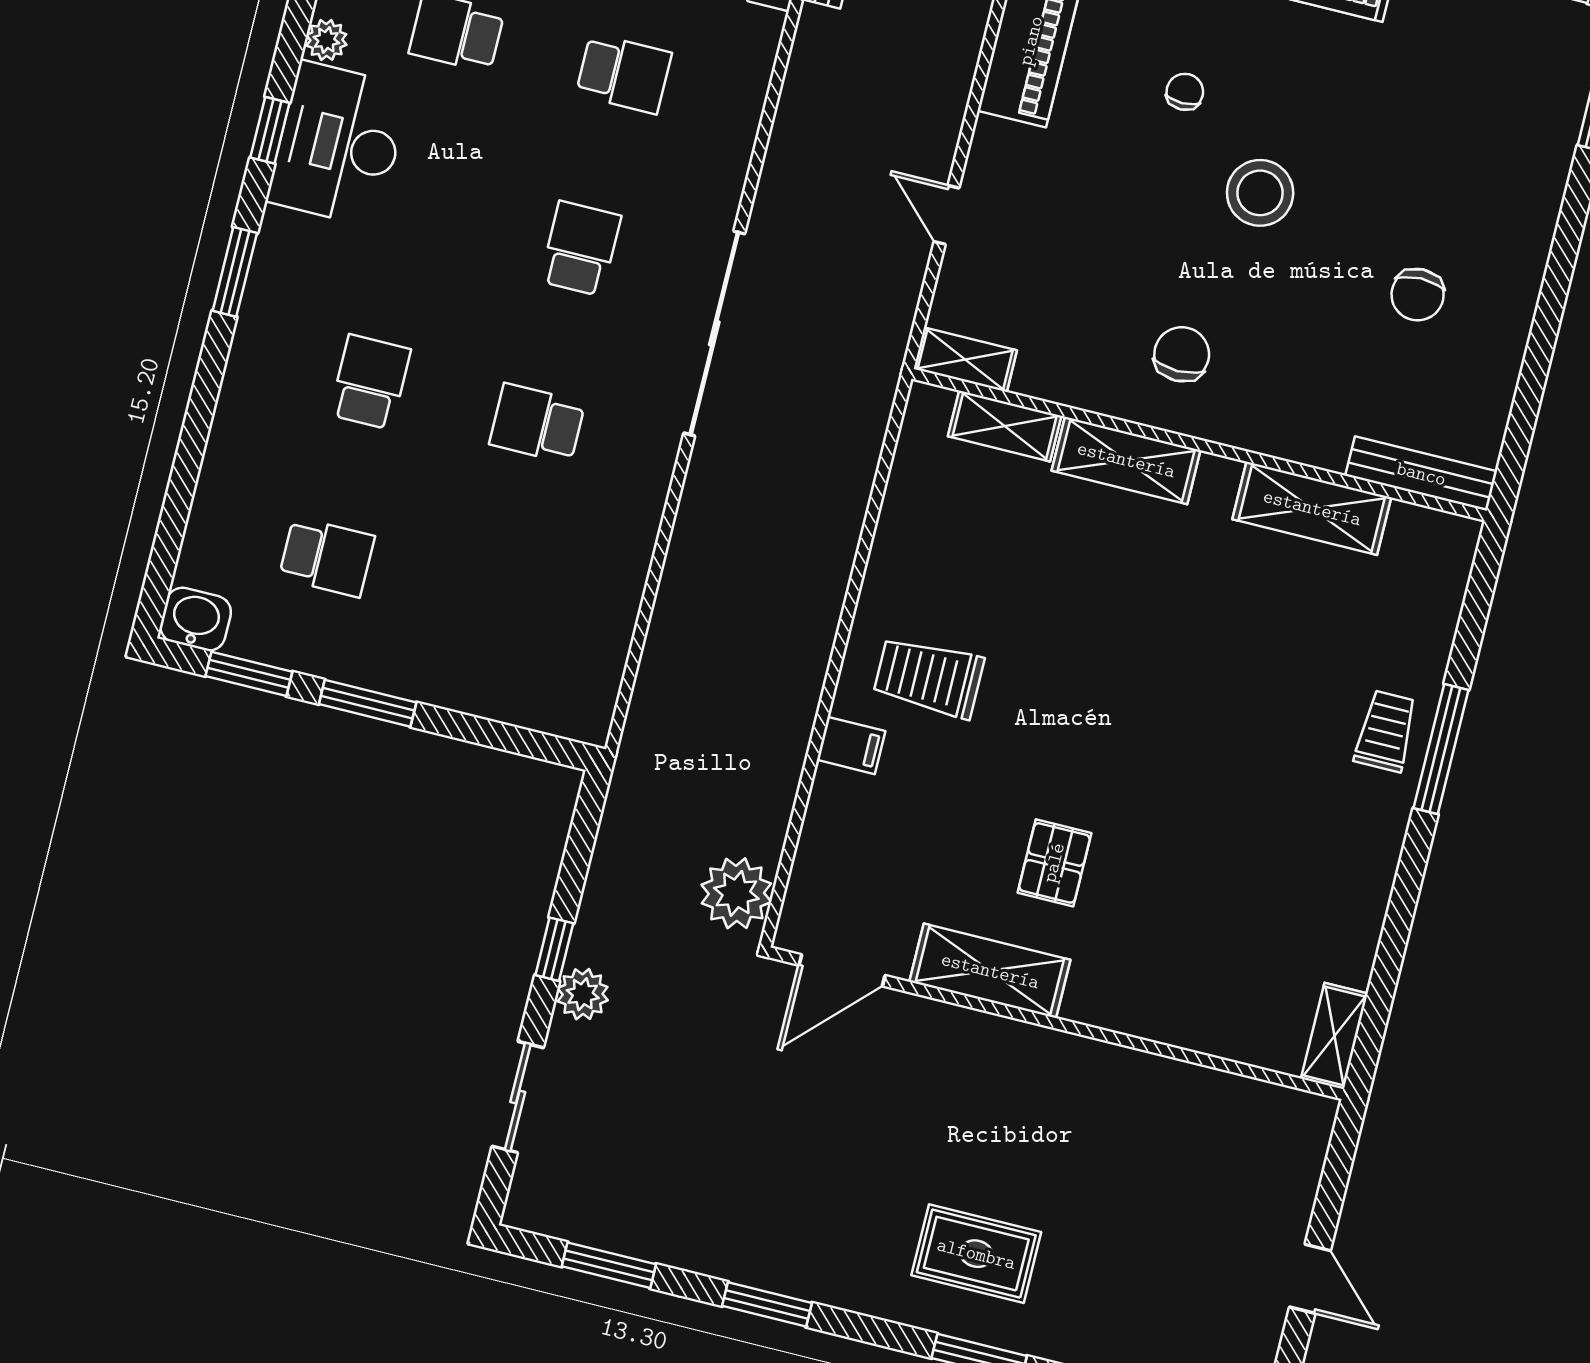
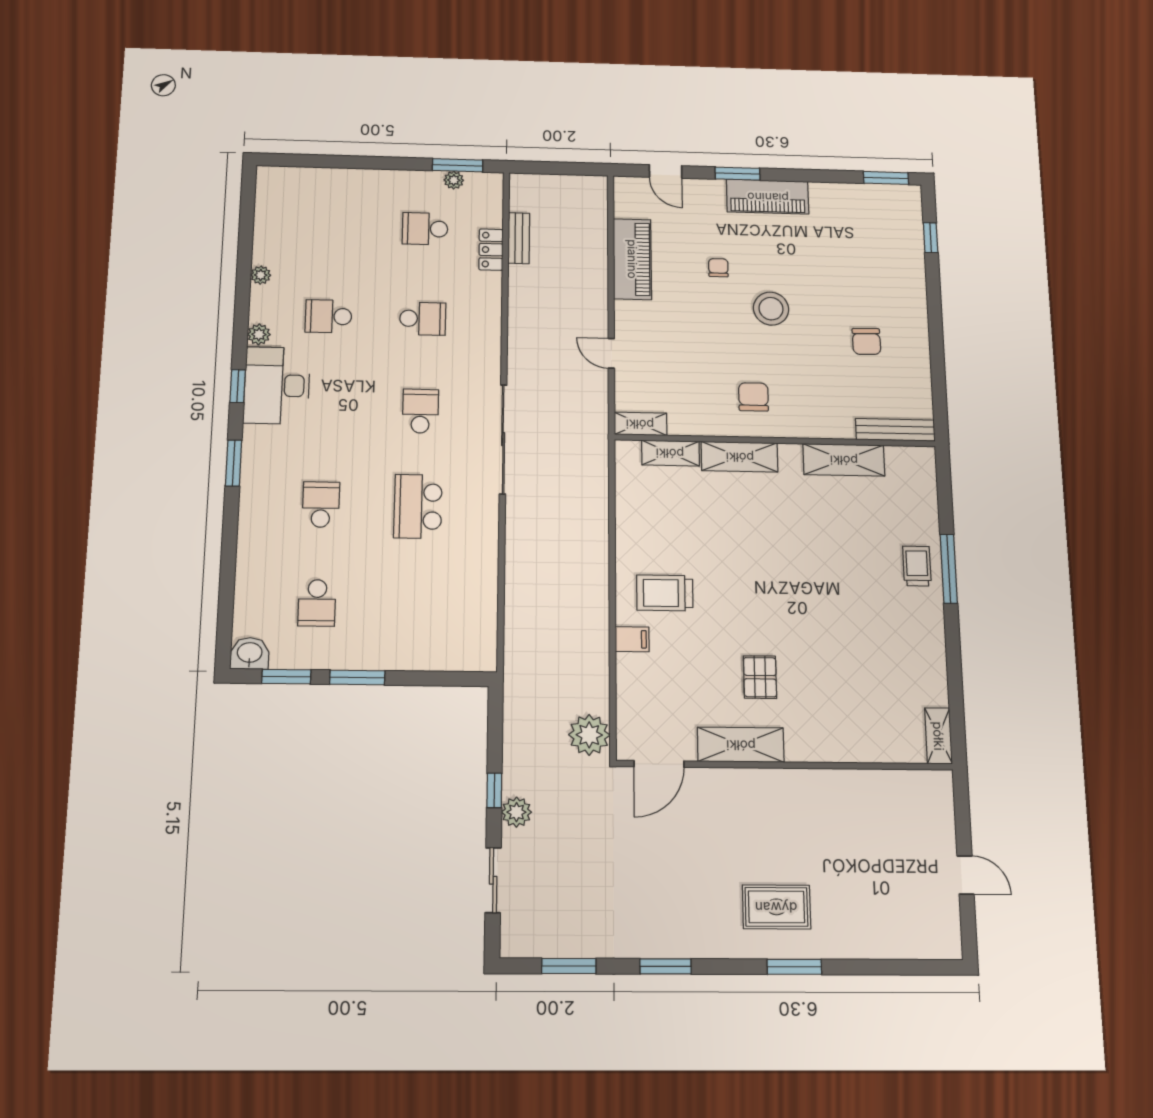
school desk: (537, 423) -> (418, 506), width x1.85
school desk: (327, 557) -> (317, 603), turned 90

